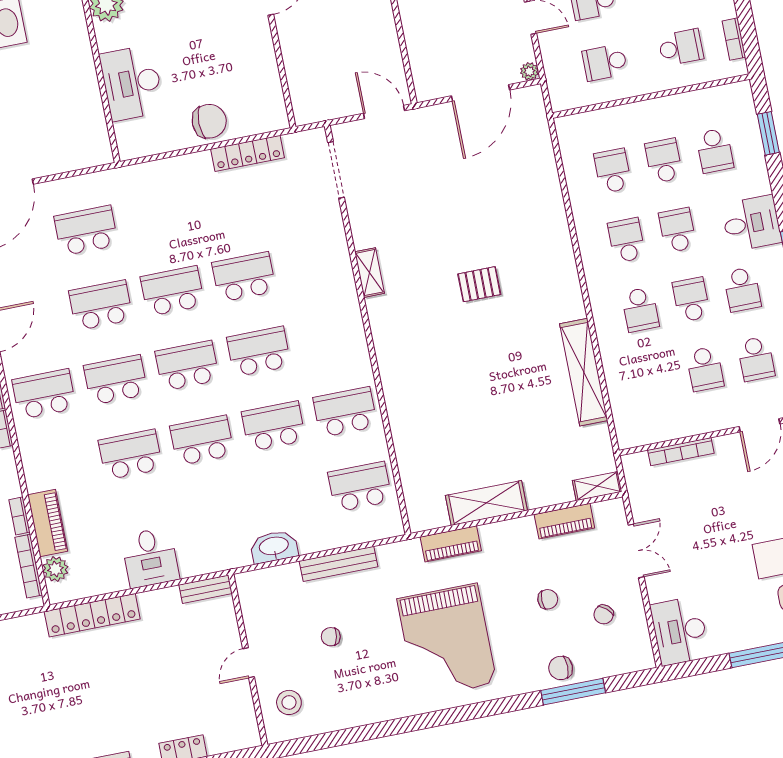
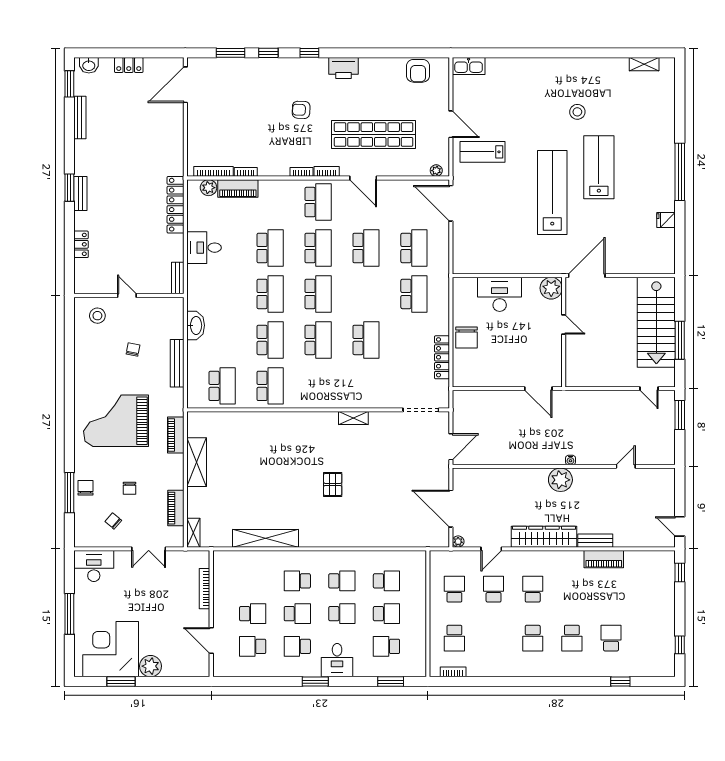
school desk: (172, 291) -> (414, 294), moved
school desk: (705, 369) -> (253, 614), turned 180

